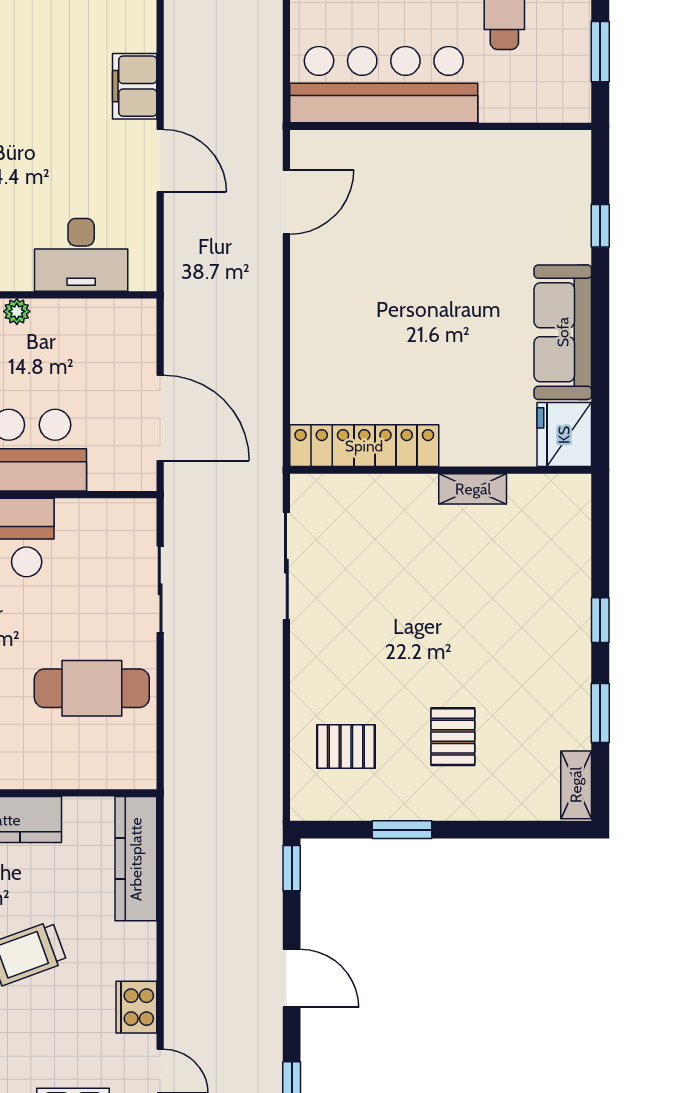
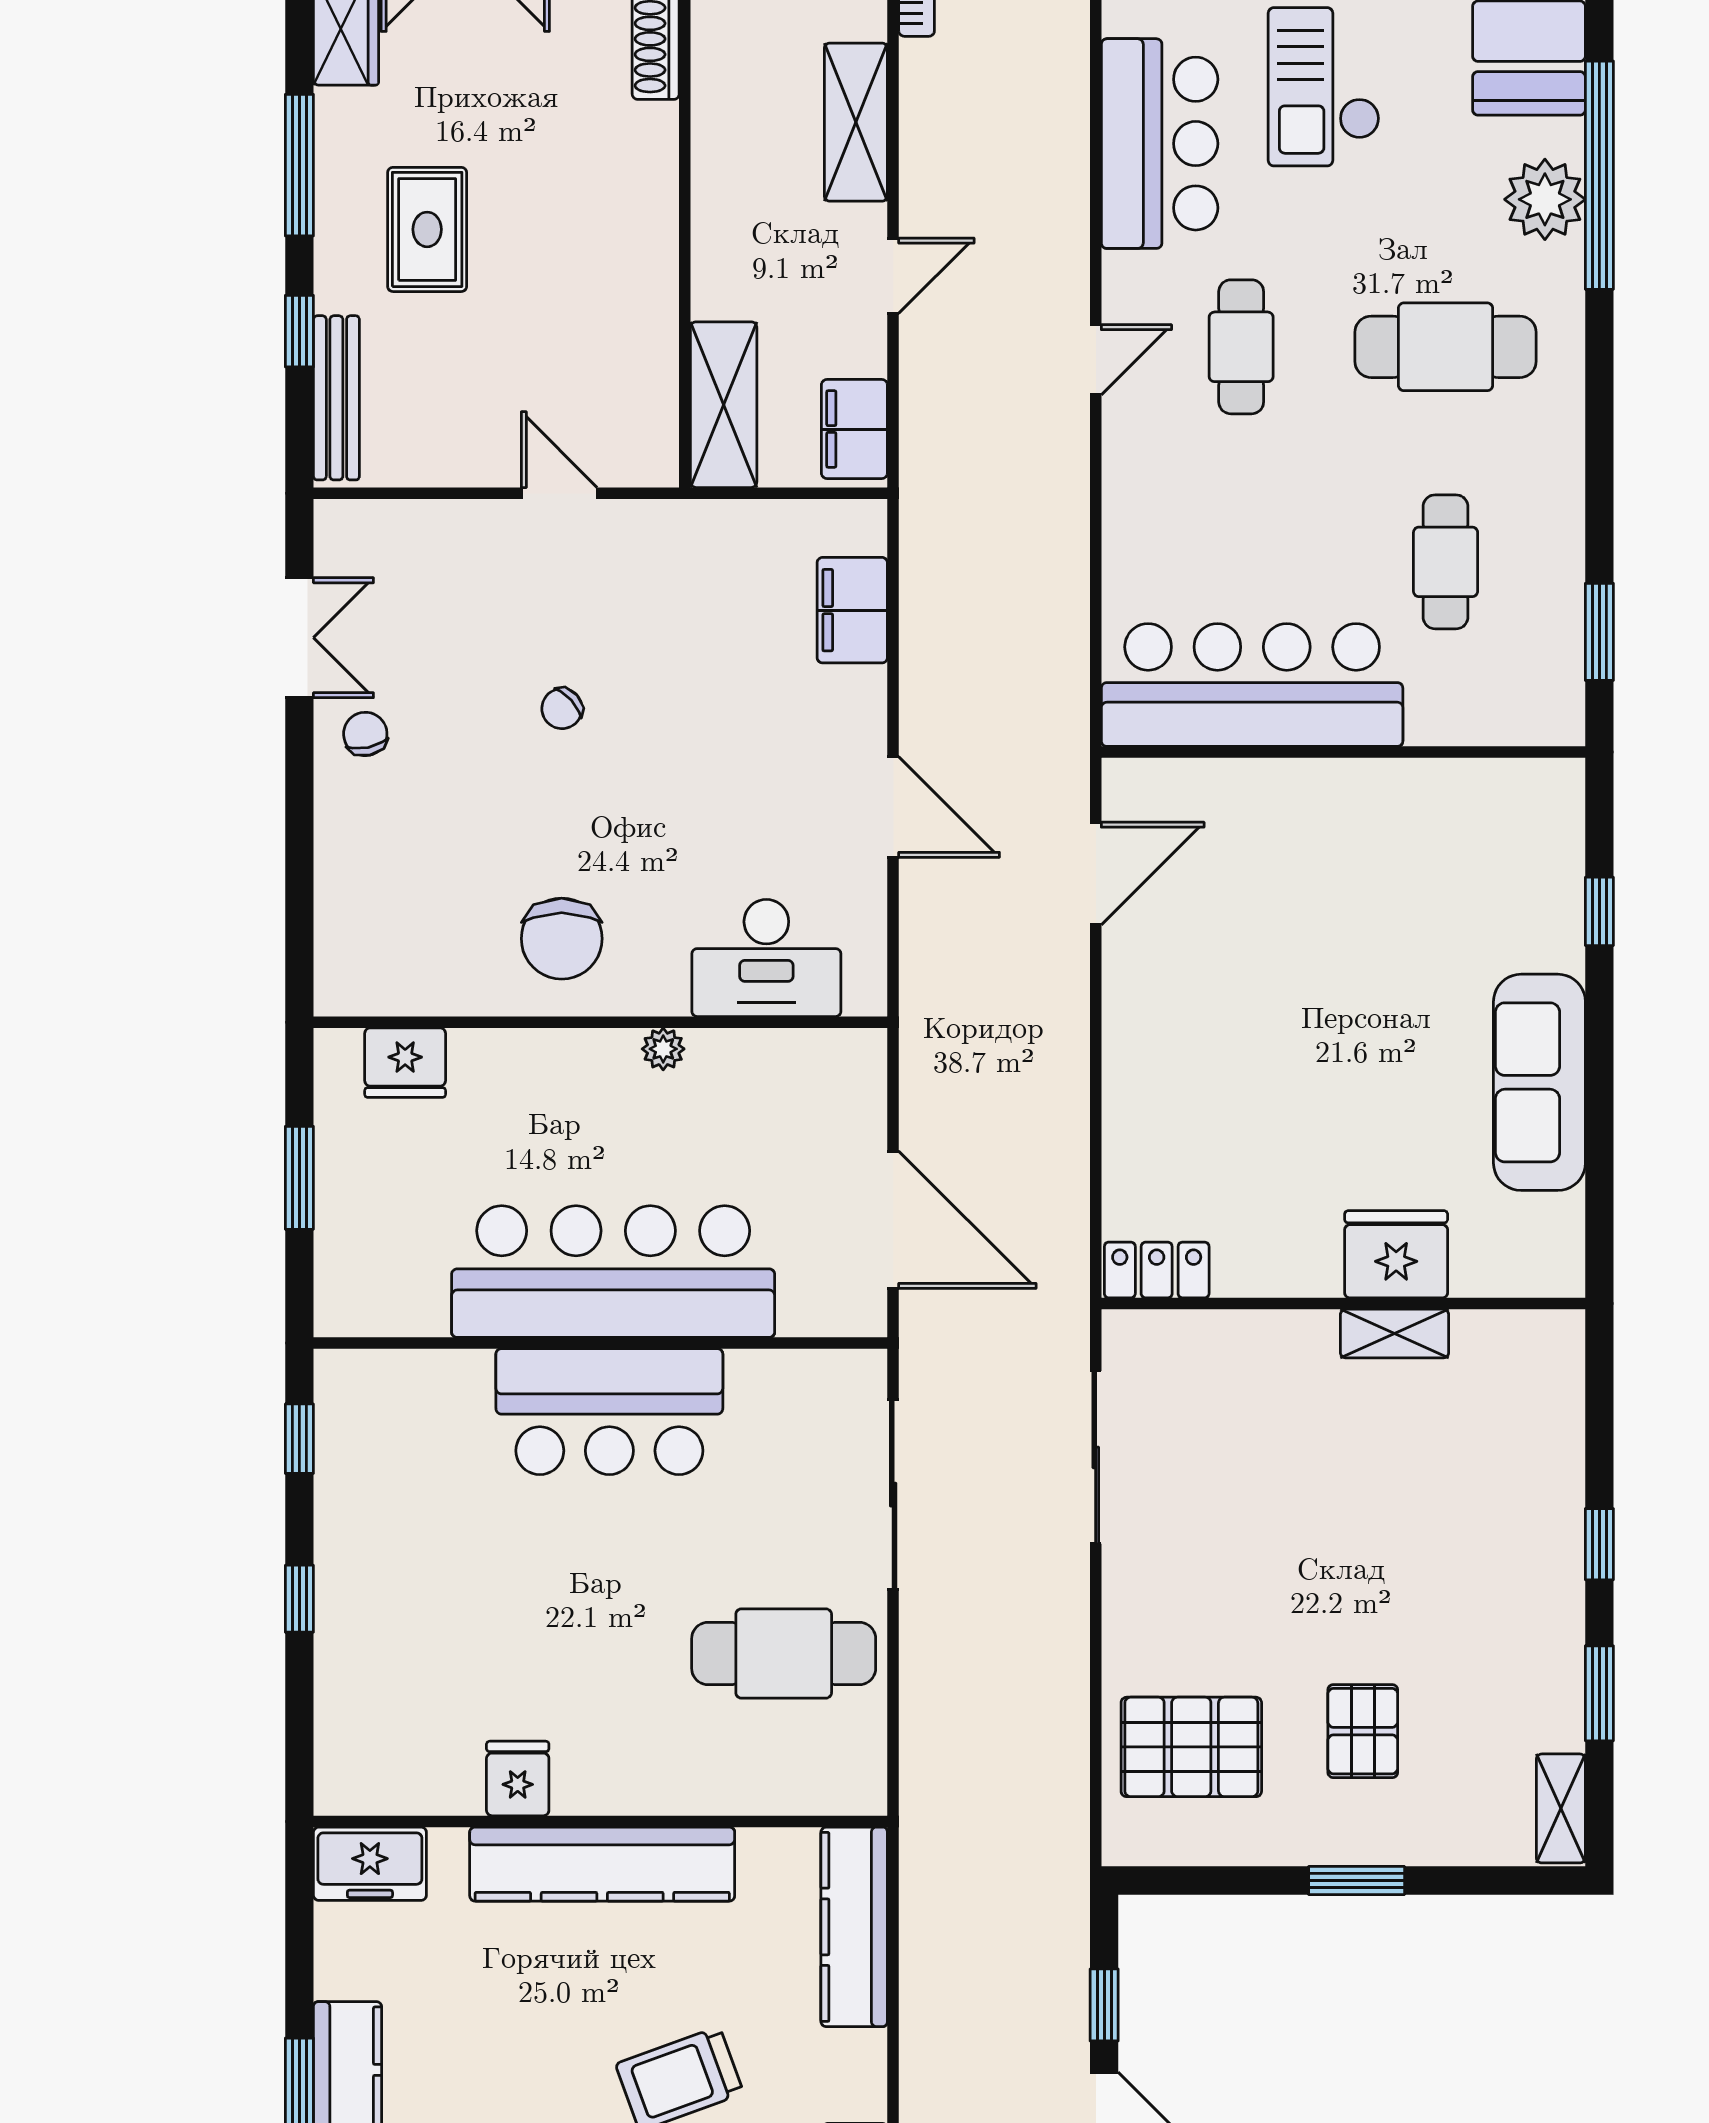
filing cabinet: (135, 86) -> (852, 610), moved
fridge: (564, 435) -> (1396, 1254), moved, turned 90
locker: (364, 446) -> (1157, 1270), width x0.46, depth x0.83
sliding door: (160, 589) -> (893, 1495), width x1.37
pallet: (346, 746) -> (1191, 1747), width x1.50, depth x1.42
window: (402, 830) -> (1357, 1880), moved
window: (292, 868) -> (1104, 2005), moved

